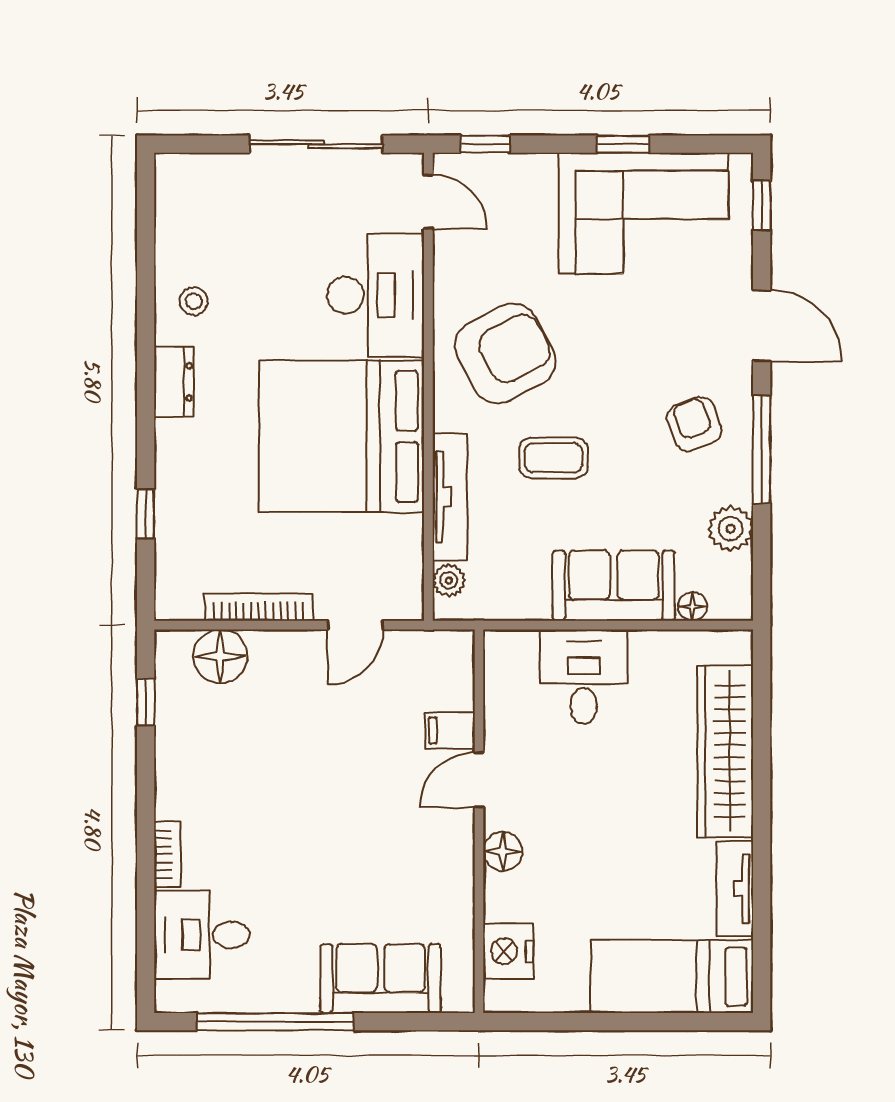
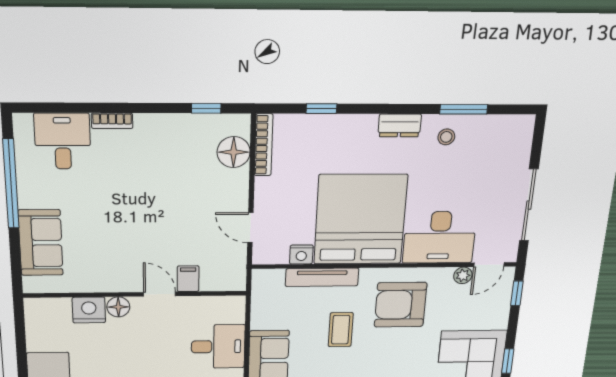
window: (146, 277) -> (464, 109), added
armchair: (505, 353) -> (401, 305), turned 118
nightstand: (406, 535) -> (301, 254), added
plant: (449, 580) -> (463, 275), moved
bookcase: (259, 607) -> (264, 145), moved
nightstand: (508, 951) -> (89, 310), moved

